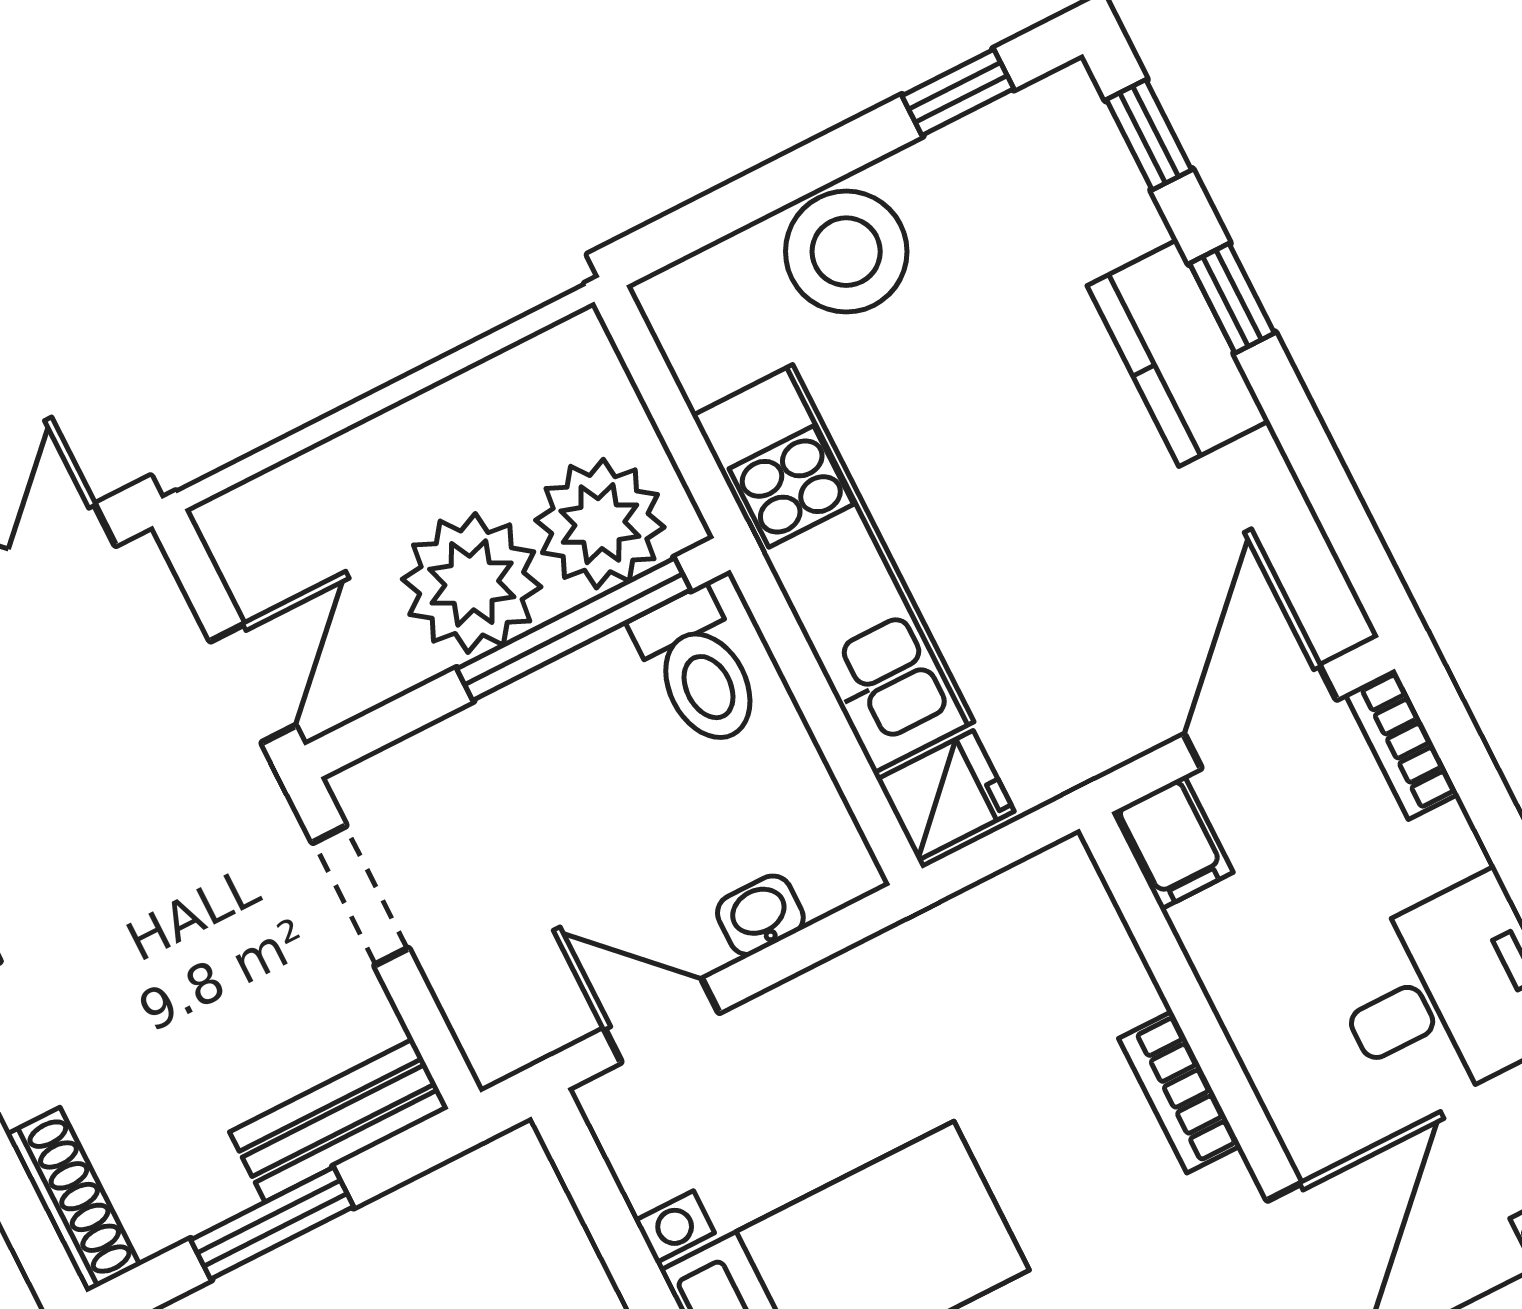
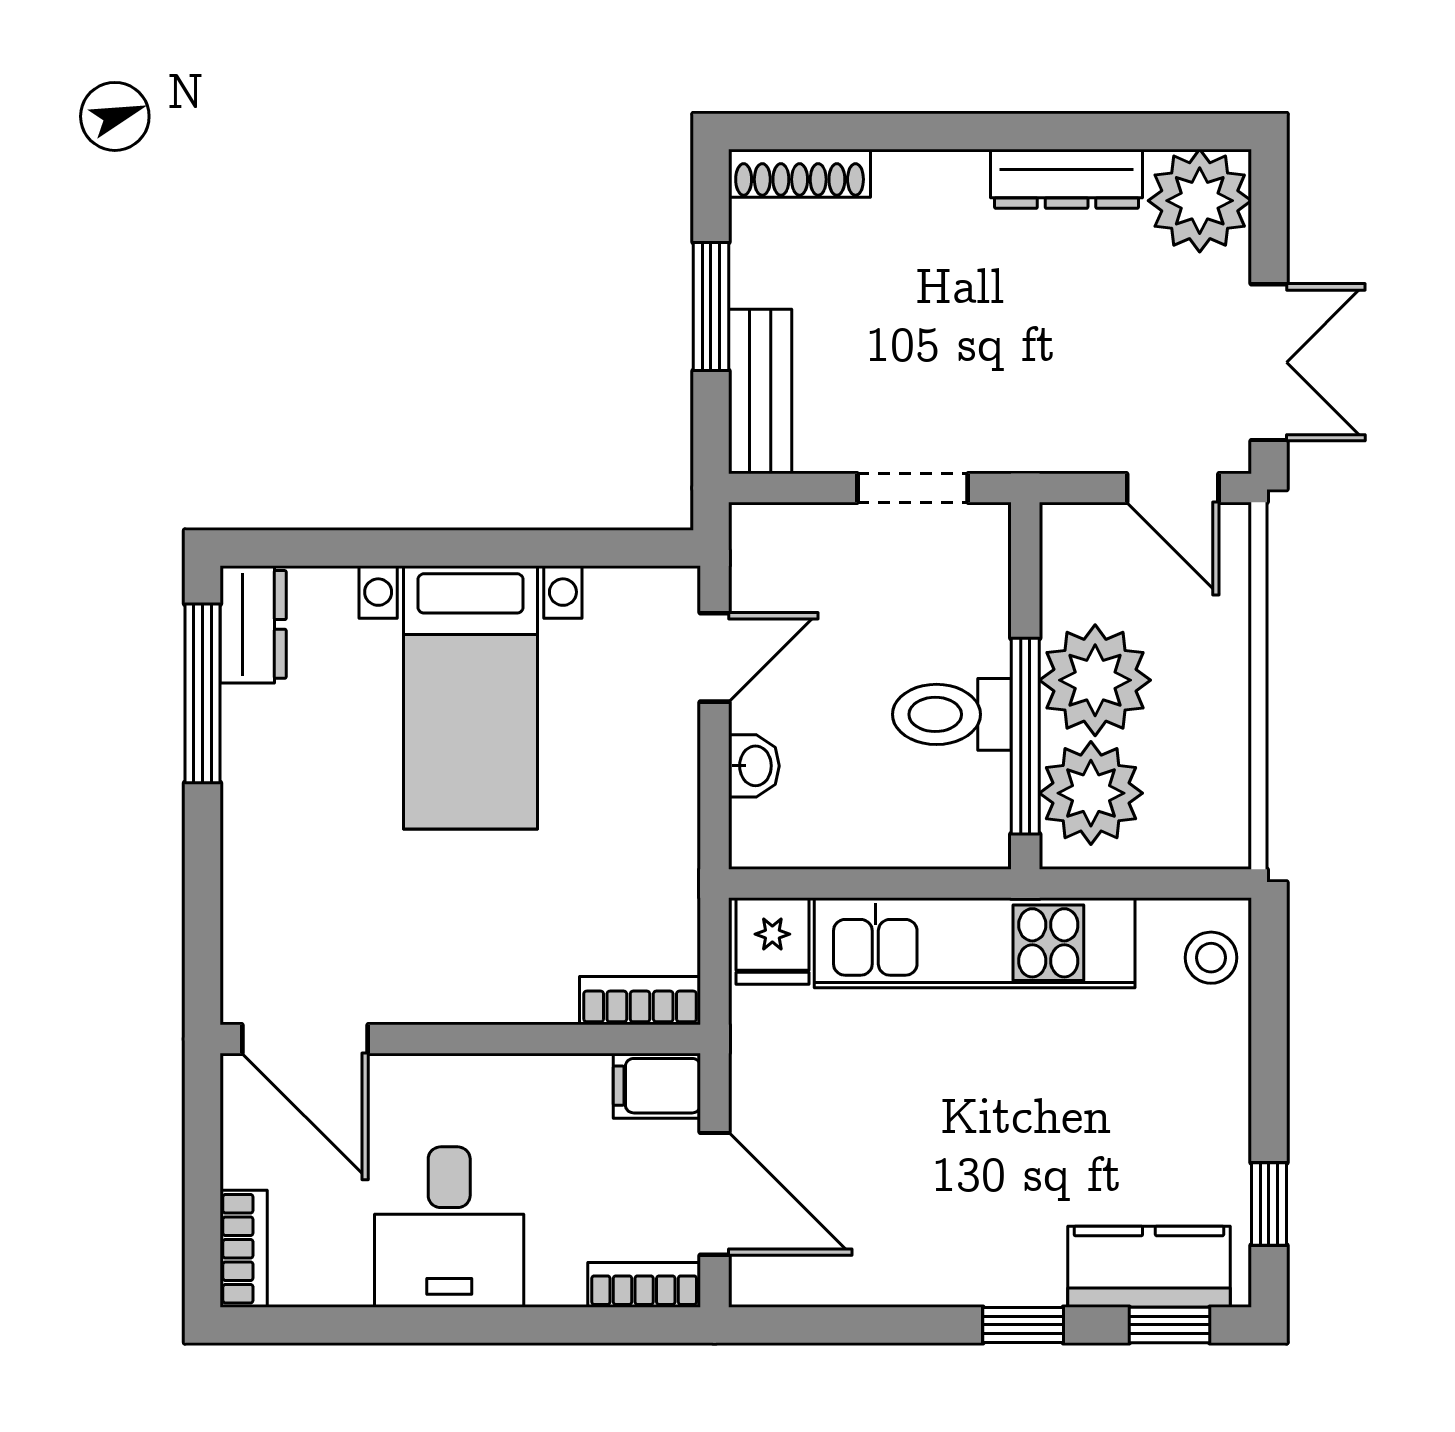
stool: (846, 252) -> (1211, 958), moved, width x0.53, depth x0.53
kitchen counter: (1178, 353) -> (1149, 1267), moved
toilet: (699, 669) -> (952, 714), moved
door: (253, 683) -> (1173, 488), moved
bookcase: (1180, 1092) -> (640, 1001), moved

